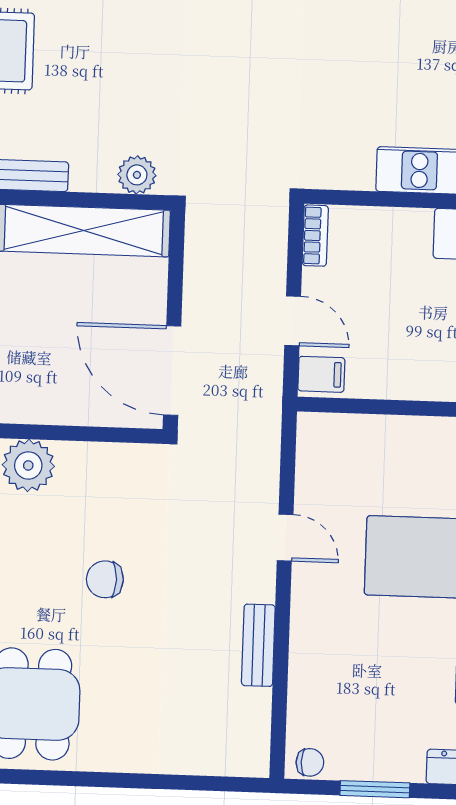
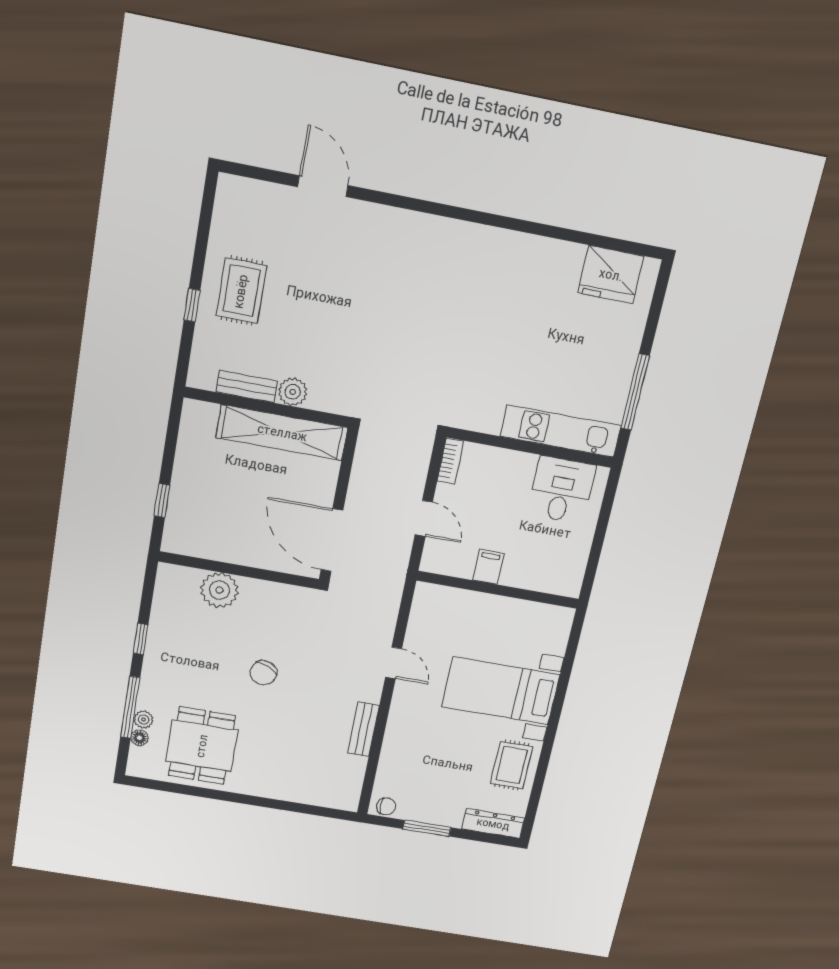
plant: (137, 175) -> (293, 392), moved
filing cabinet: (321, 374) -> (488, 567), moved, turned -90
chair: (105, 579) -> (263, 673), turned -65

